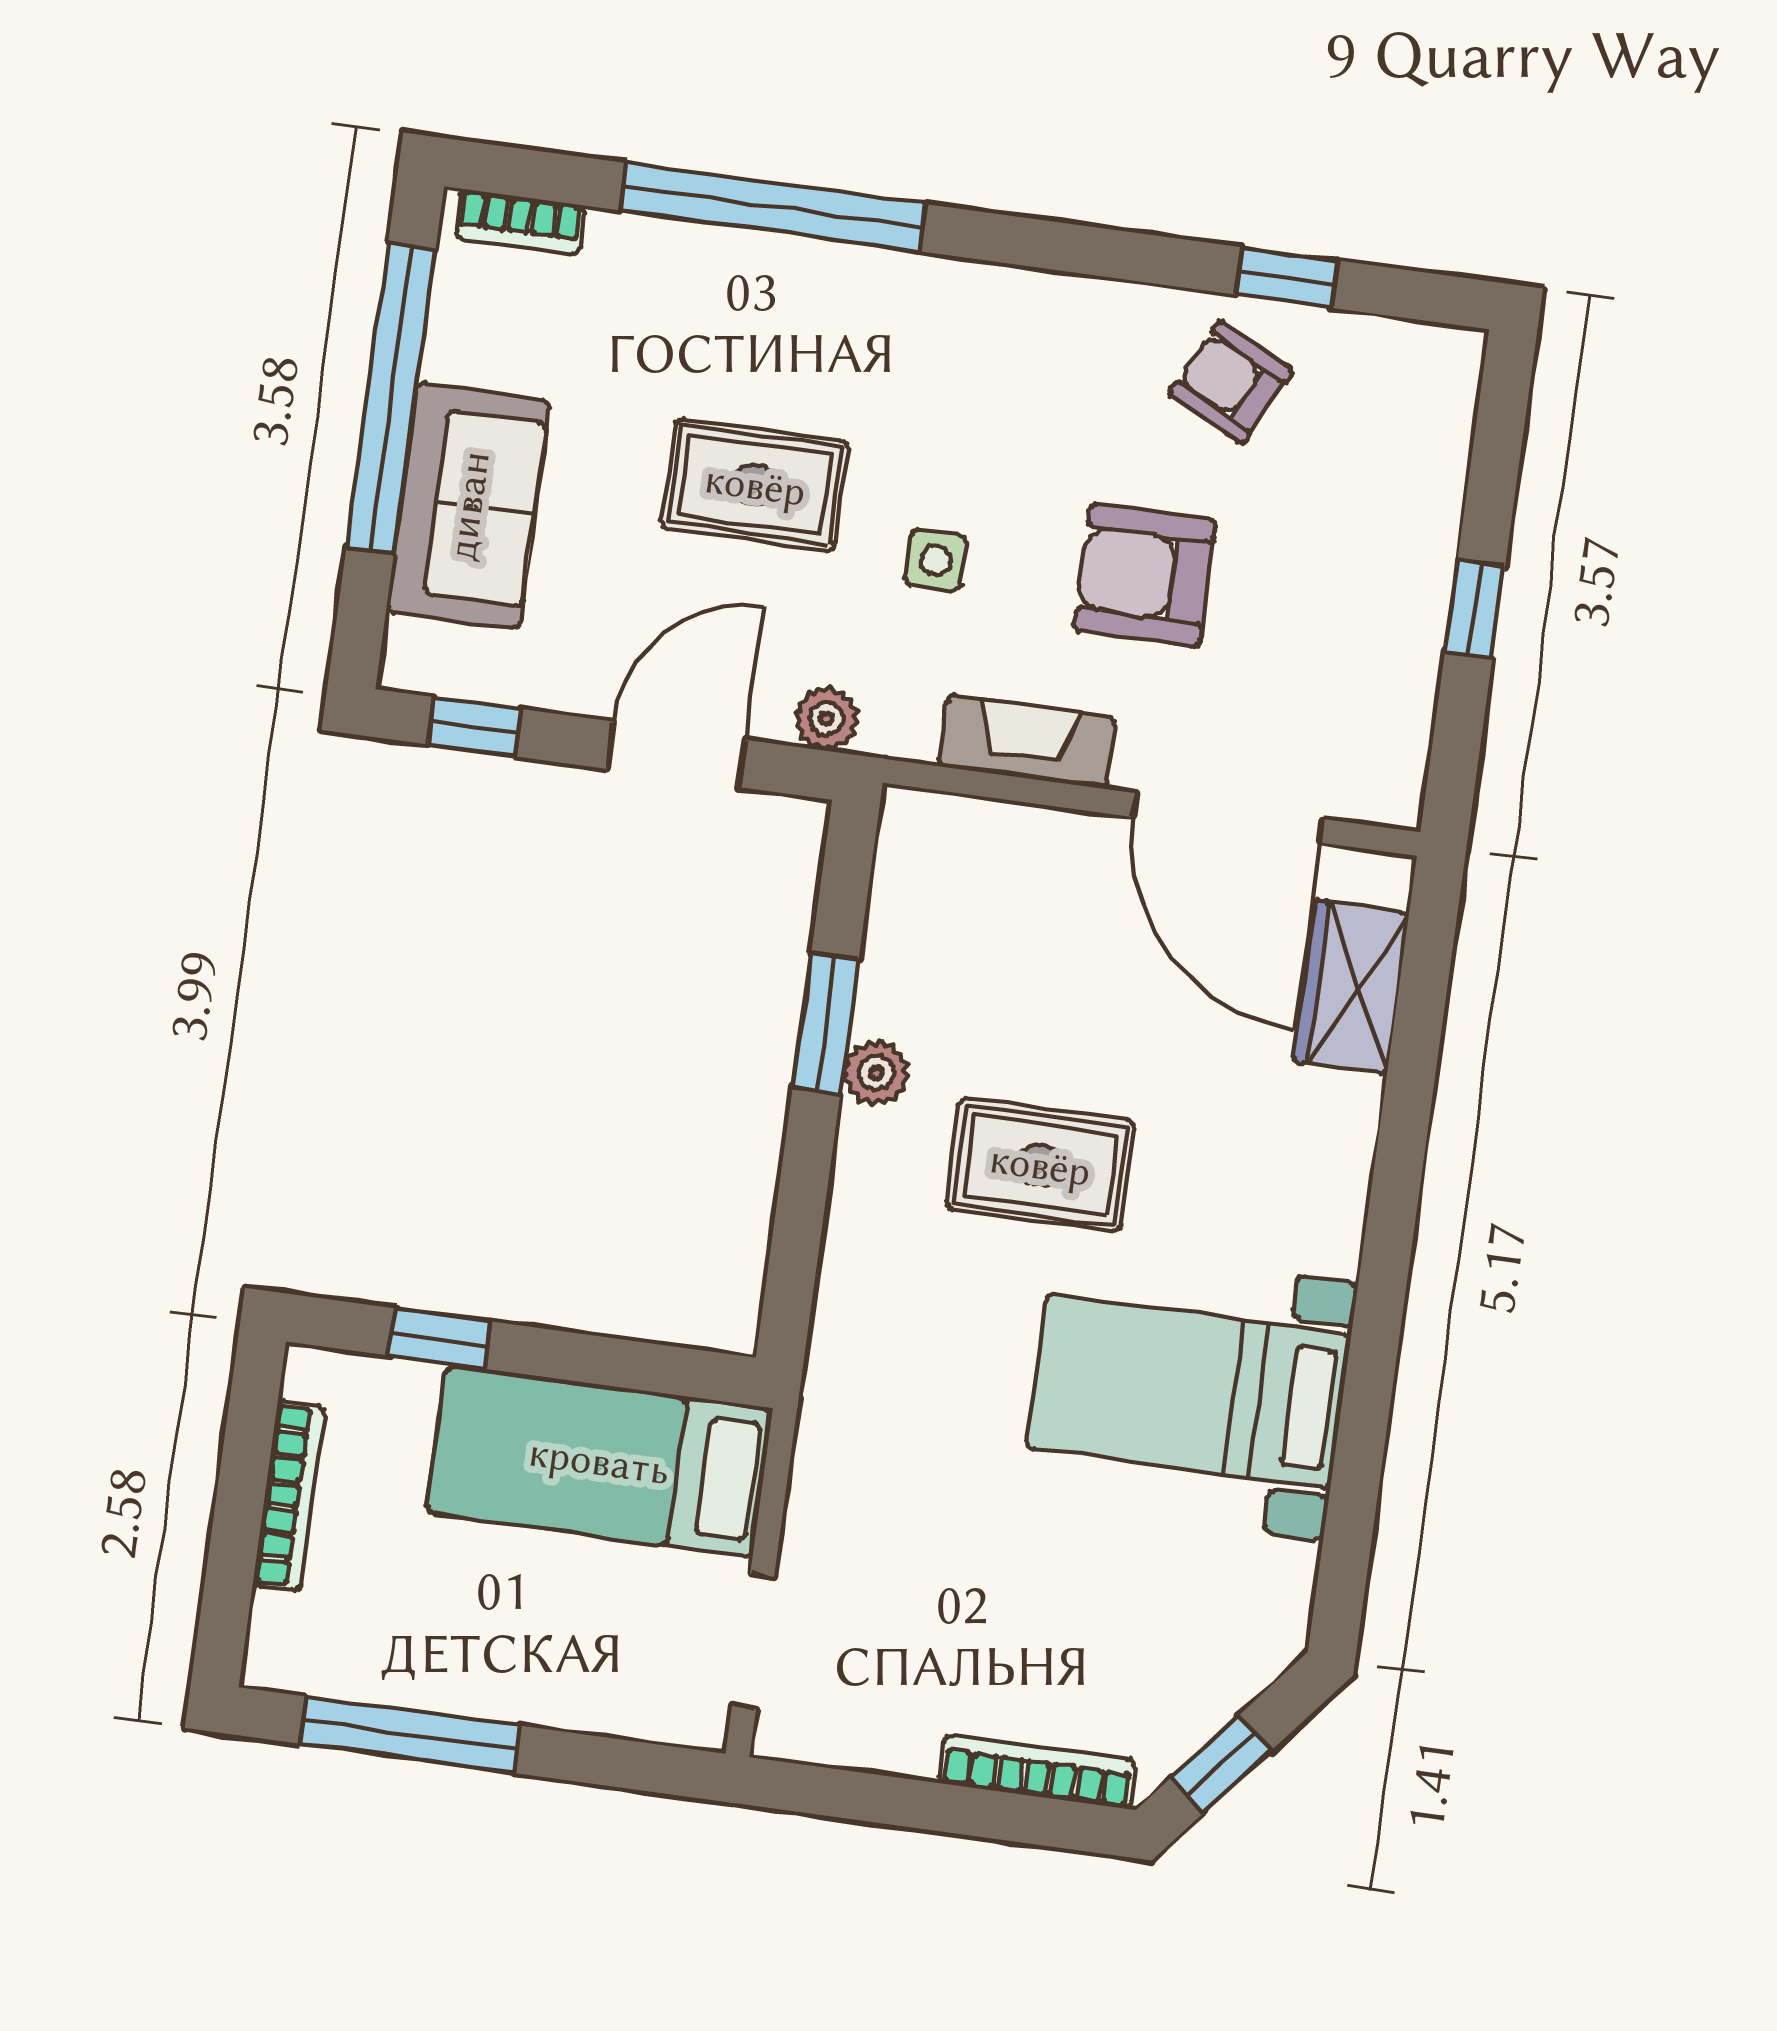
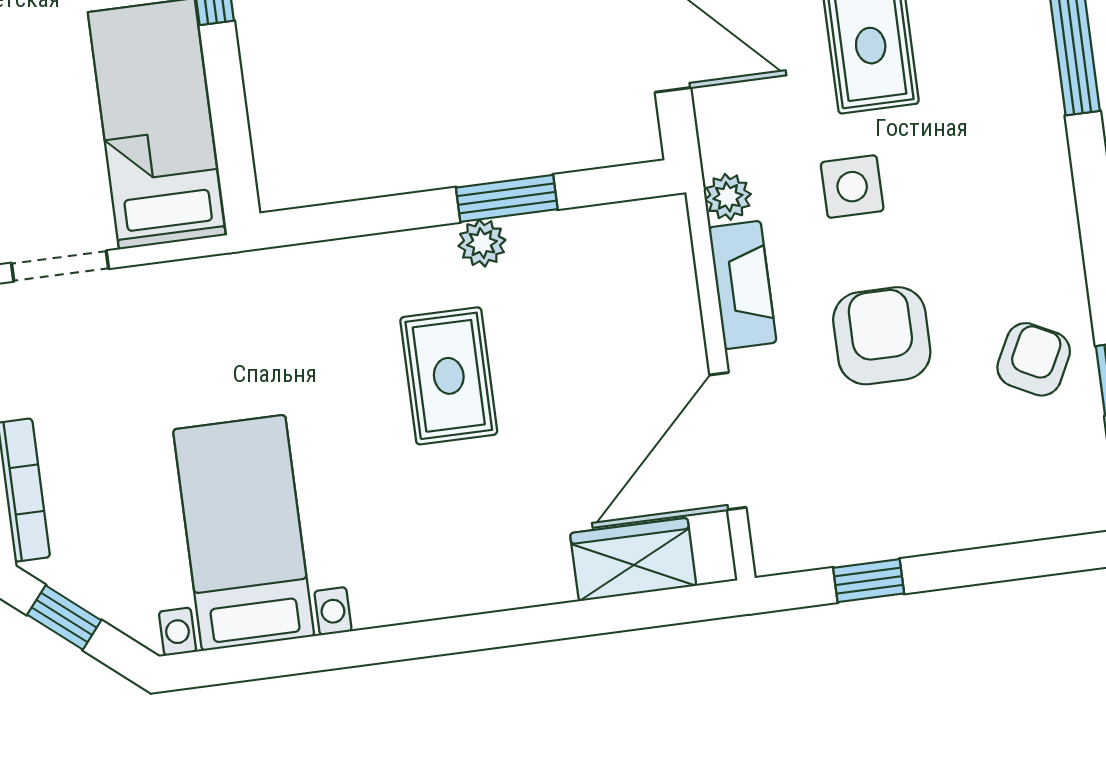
side table: (936, 560) -> (852, 187), width x1.37, depth x1.37
window: (1475, 609) -> (869, 581), moved
plant: (826, 719) -> (728, 197), moved
bed with nightstands: (1188, 1391) -> (244, 533), moved

